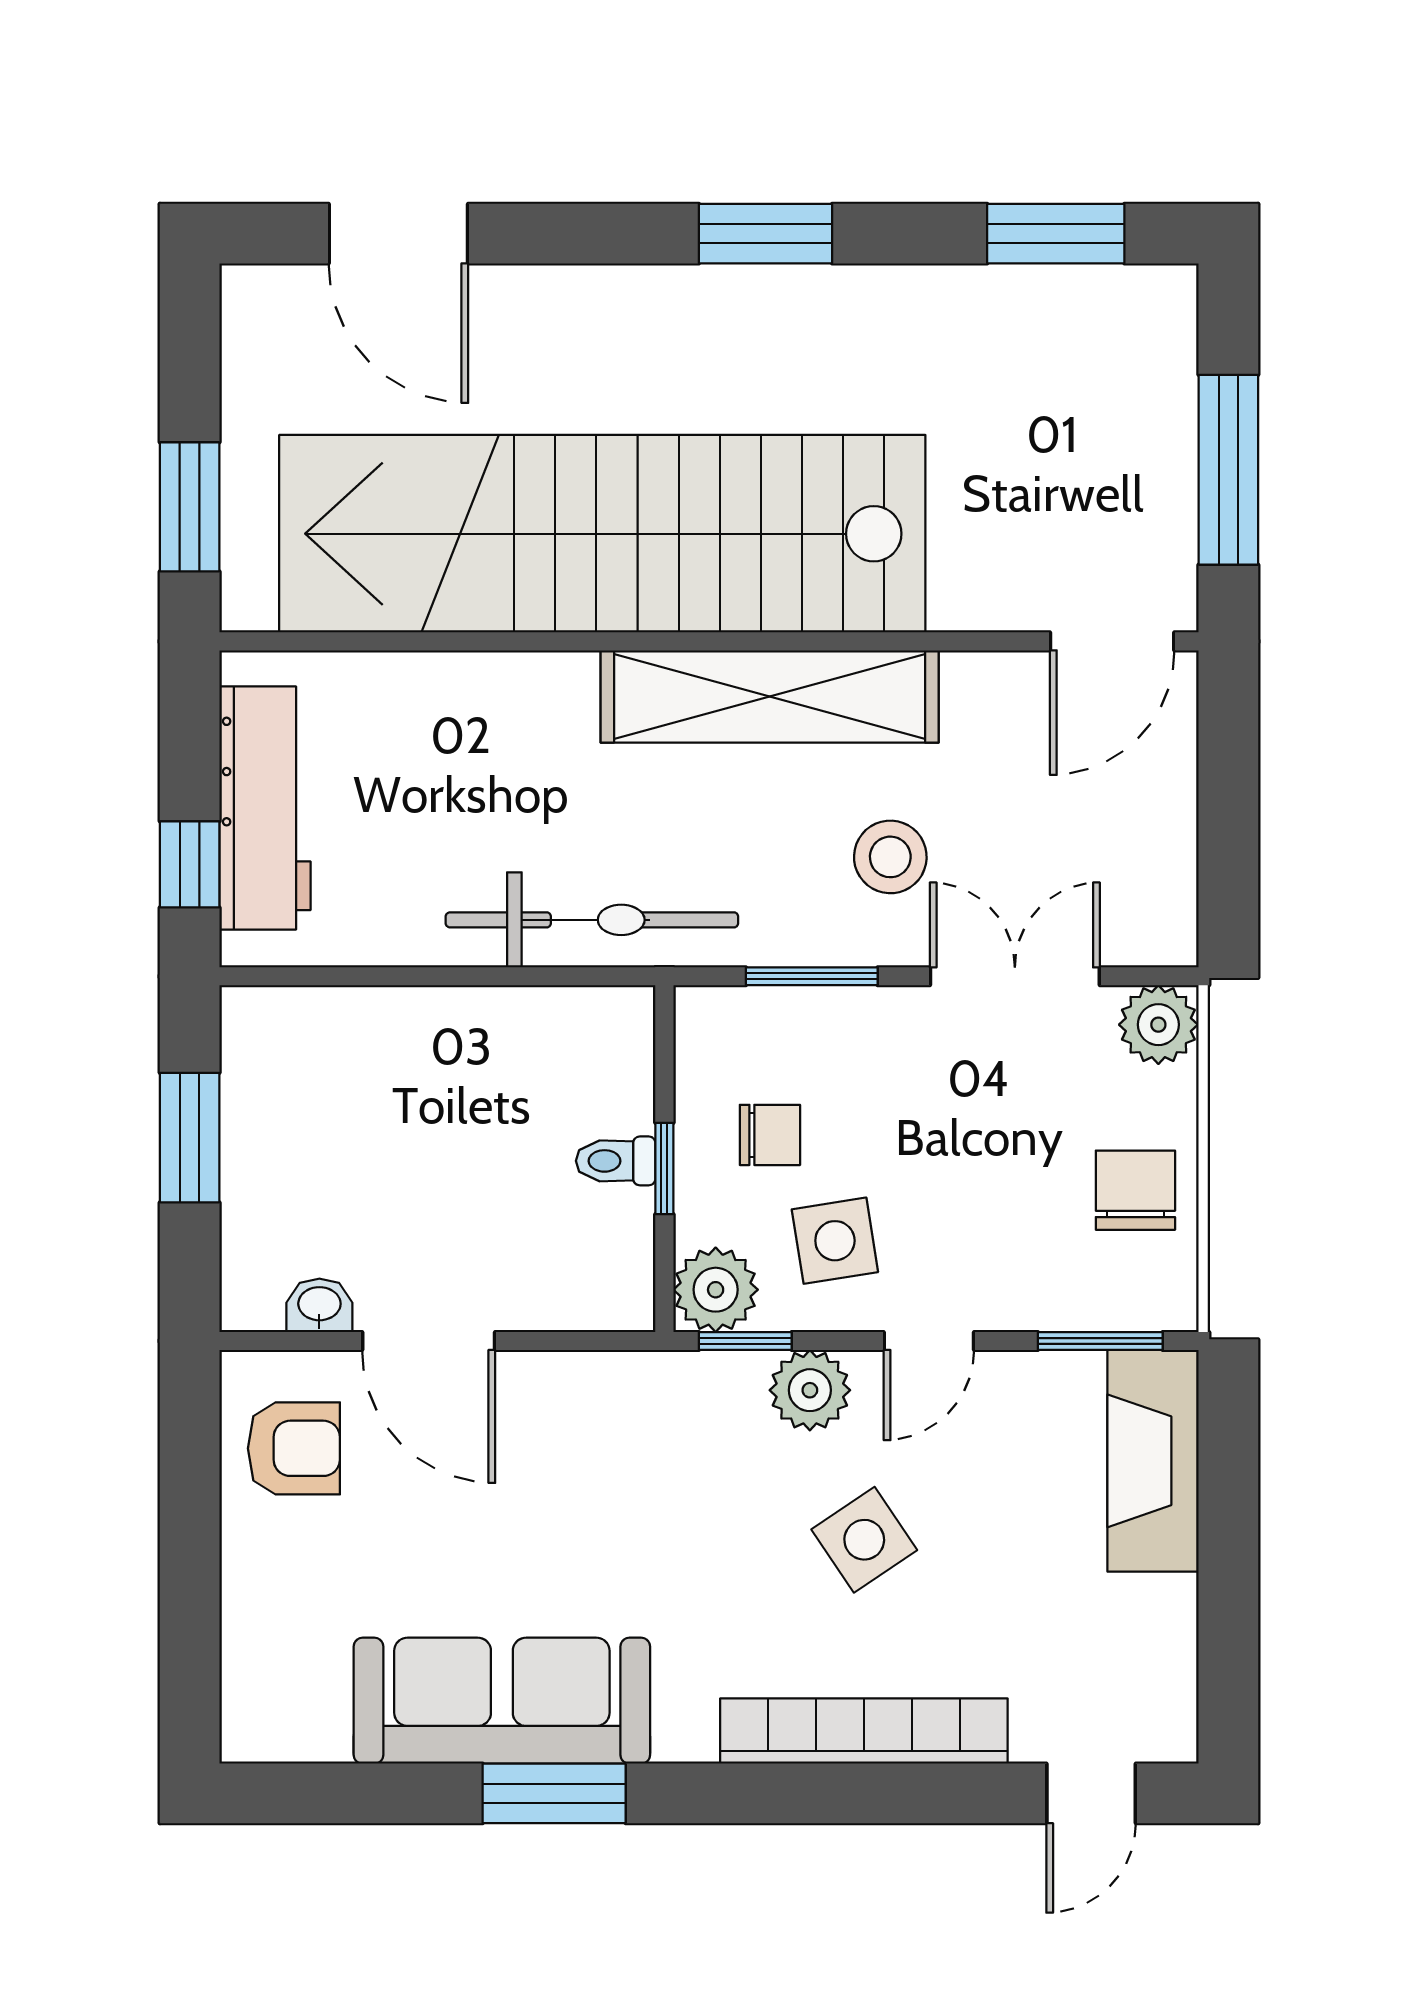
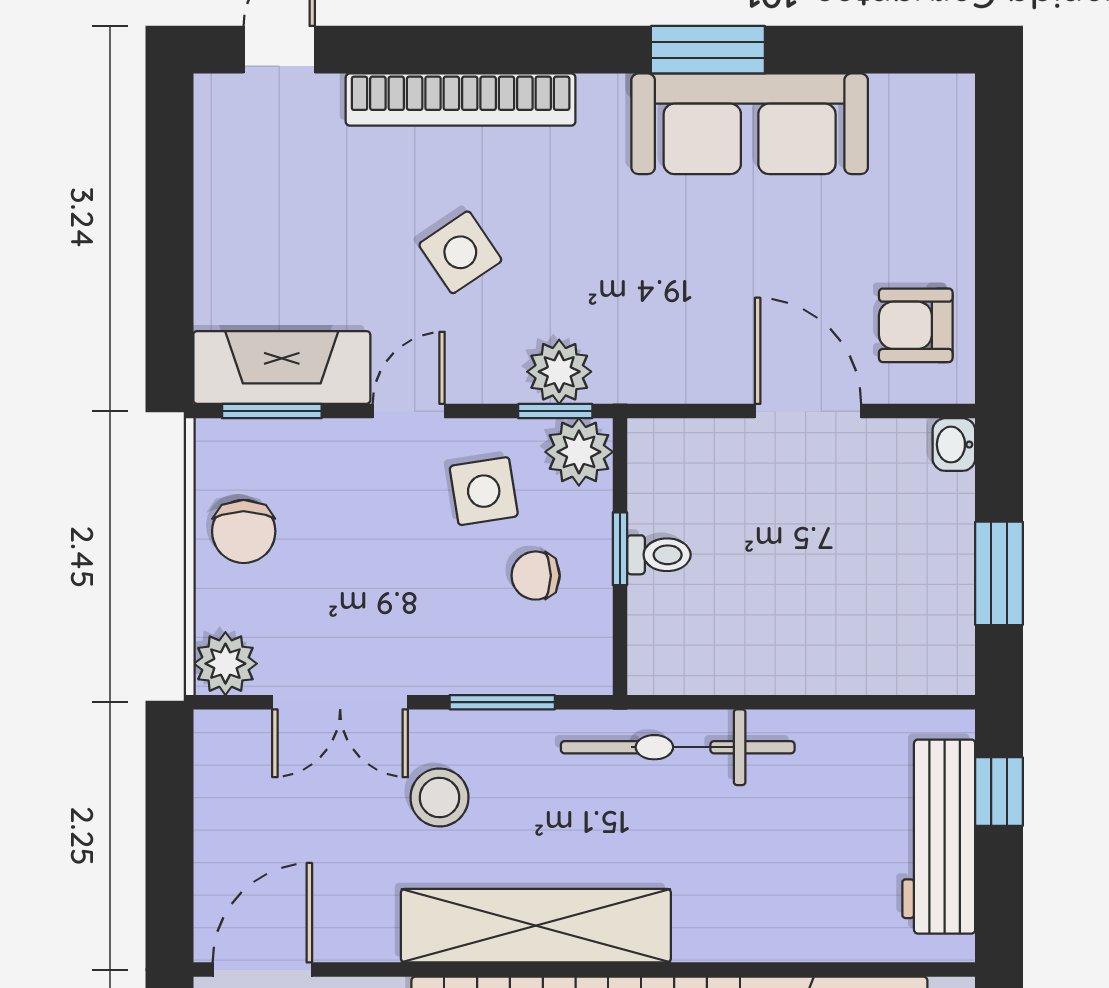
washbasin: (319, 1305) -> (954, 445), moved, turned 90
plant: (810, 1390) -> (559, 372), moved
fireplace: (1153, 1461) -> (282, 367), moved, turned -90

